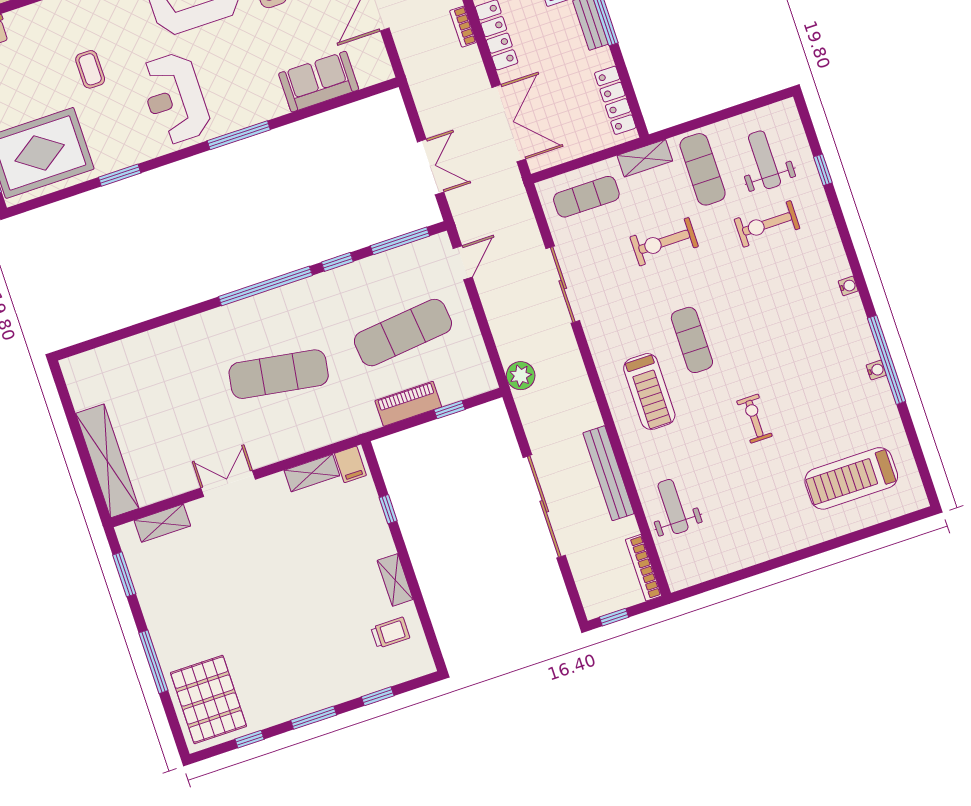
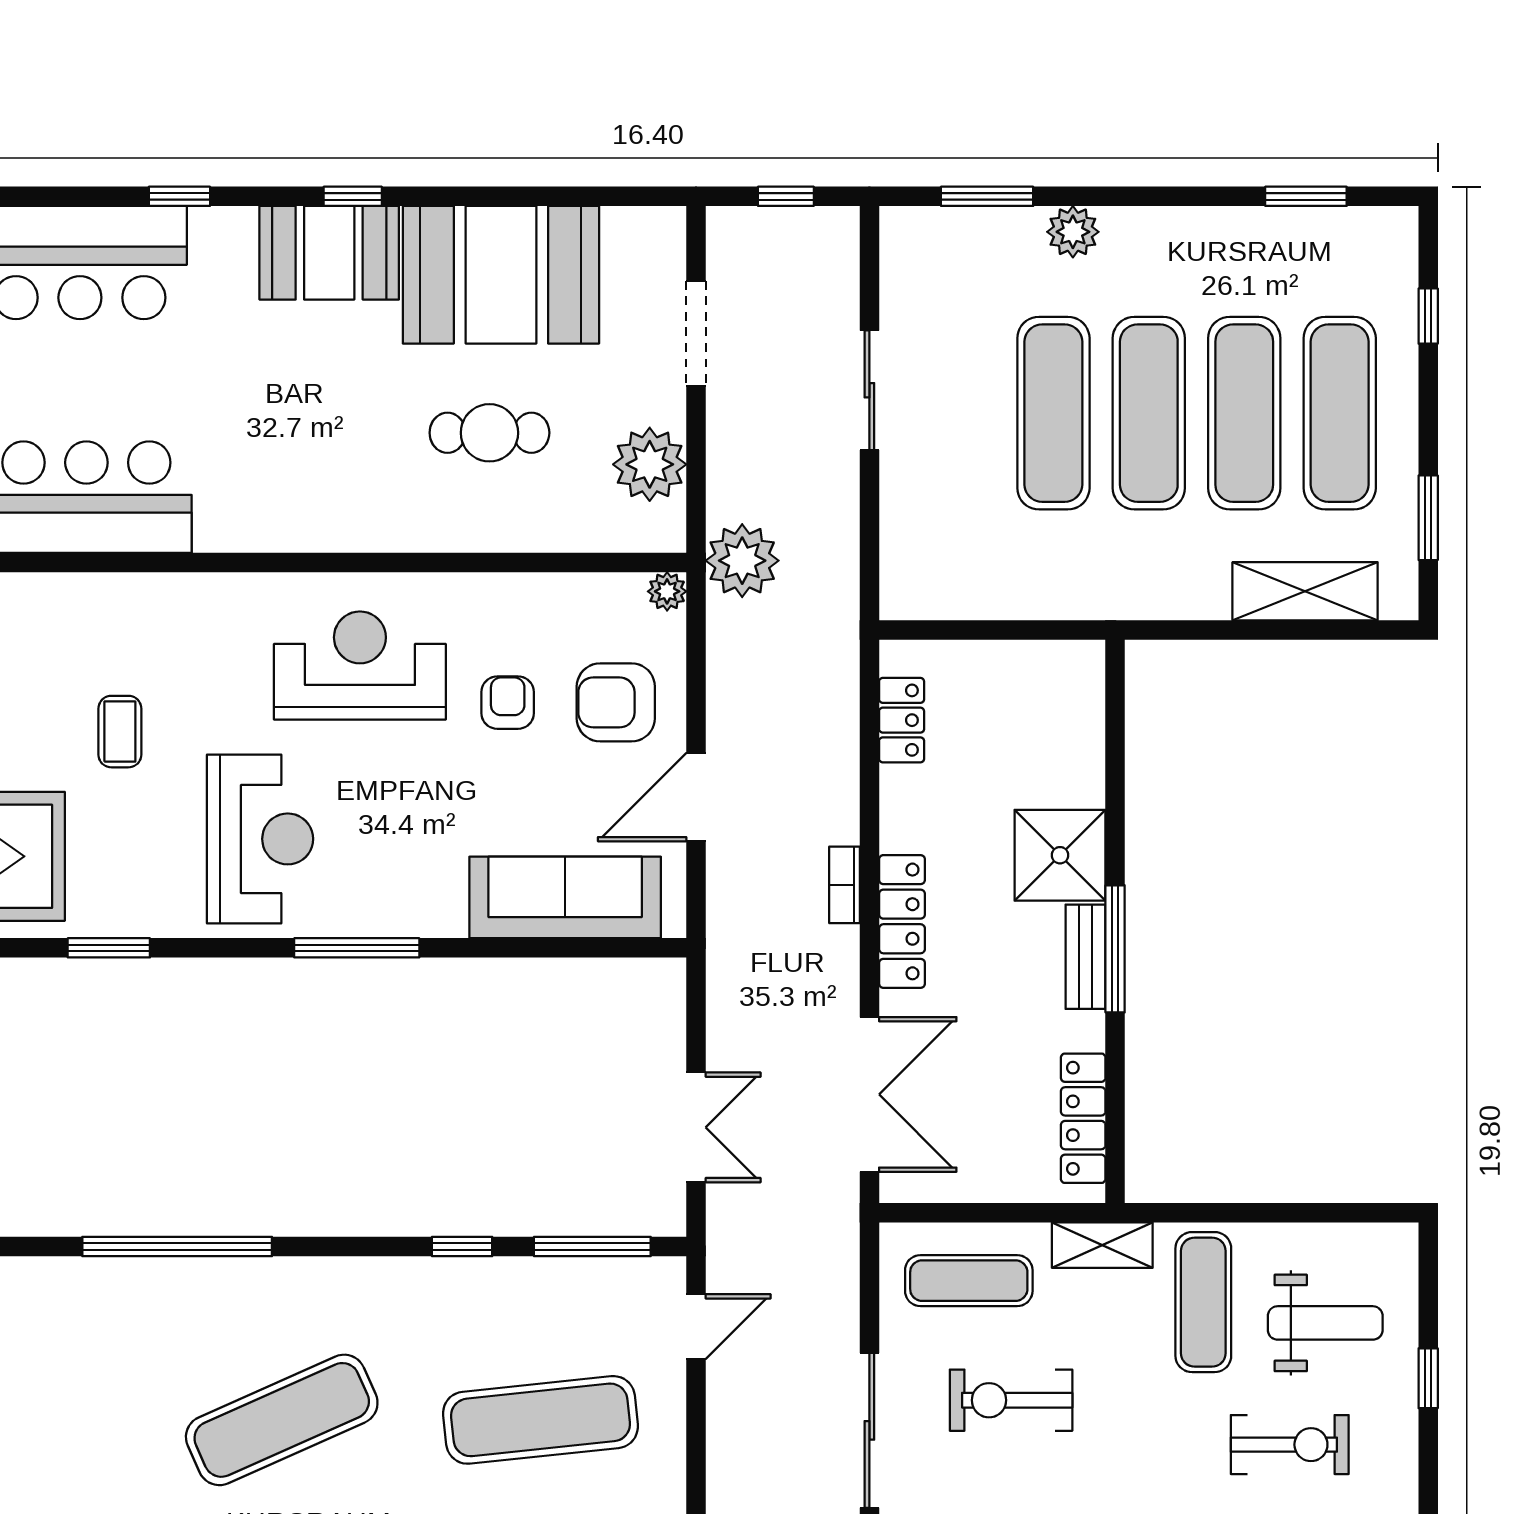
sofa: (319, 82) -> (565, 897), width x1.36
reception desk: (175, 98) -> (260, 839), turned 180
weight bench: (765, 160) -> (1325, 1323), turned 90
exercise bike: (767, 224) -> (1290, 1445), turned 180
exercise bike: (664, 242) -> (1011, 1400), moved
window: (265, 286) -> (177, 1246), moved
exercise mat: (279, 374) -> (282, 1420), turned -33

